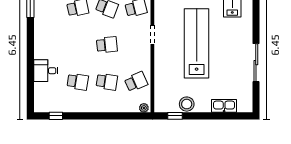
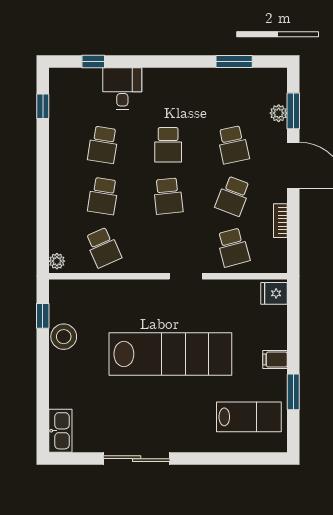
school desk: (78, 45) -> (168, 145), added
window: (30, 87) -> (93, 61), added
kitchen sink: (224, 106) -> (60, 431), moved

